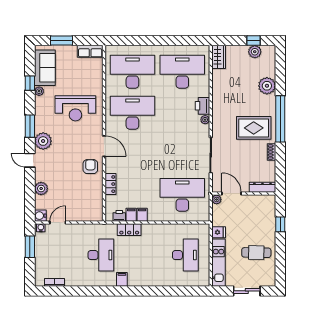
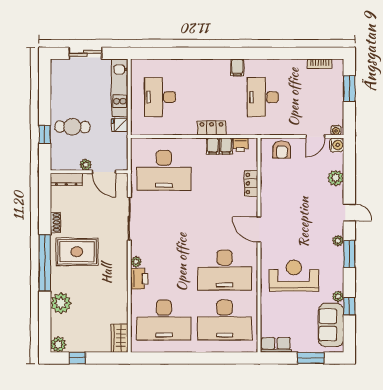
plant: (255, 52) -> (58, 344), moved
plant: (43, 141) -> (338, 241), width x0.53, depth x0.53
armchair: (90, 167) -> (282, 150), moved
plant: (217, 199) -> (86, 165), moved
locker: (129, 230) -> (212, 128), moved
window: (30, 247) -> (349, 89), moved
cafe table: (256, 253) -> (72, 127), moved

